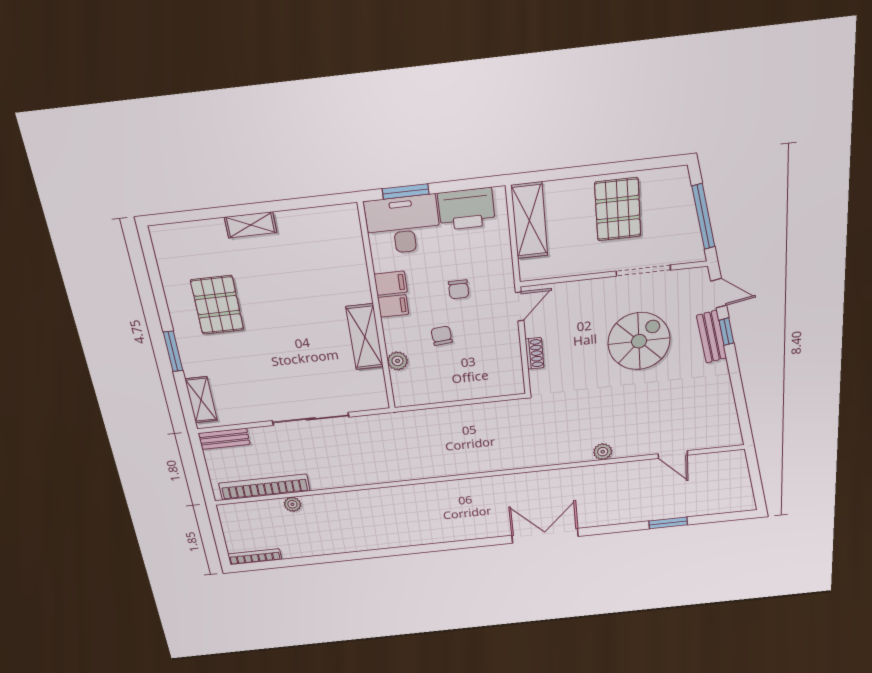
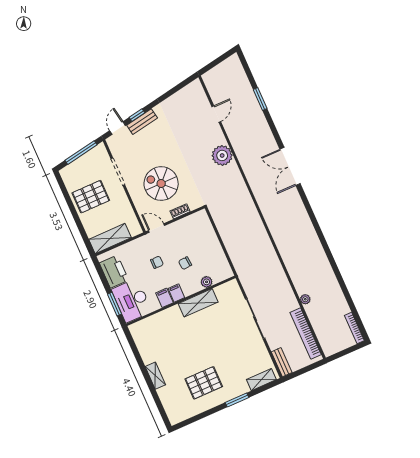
spiral stairs: (639, 341) -> (161, 184), moved
plant: (603, 452) -> (222, 155), width x1.87, depth x1.87
plant: (292, 504) -> (305, 299), moved

